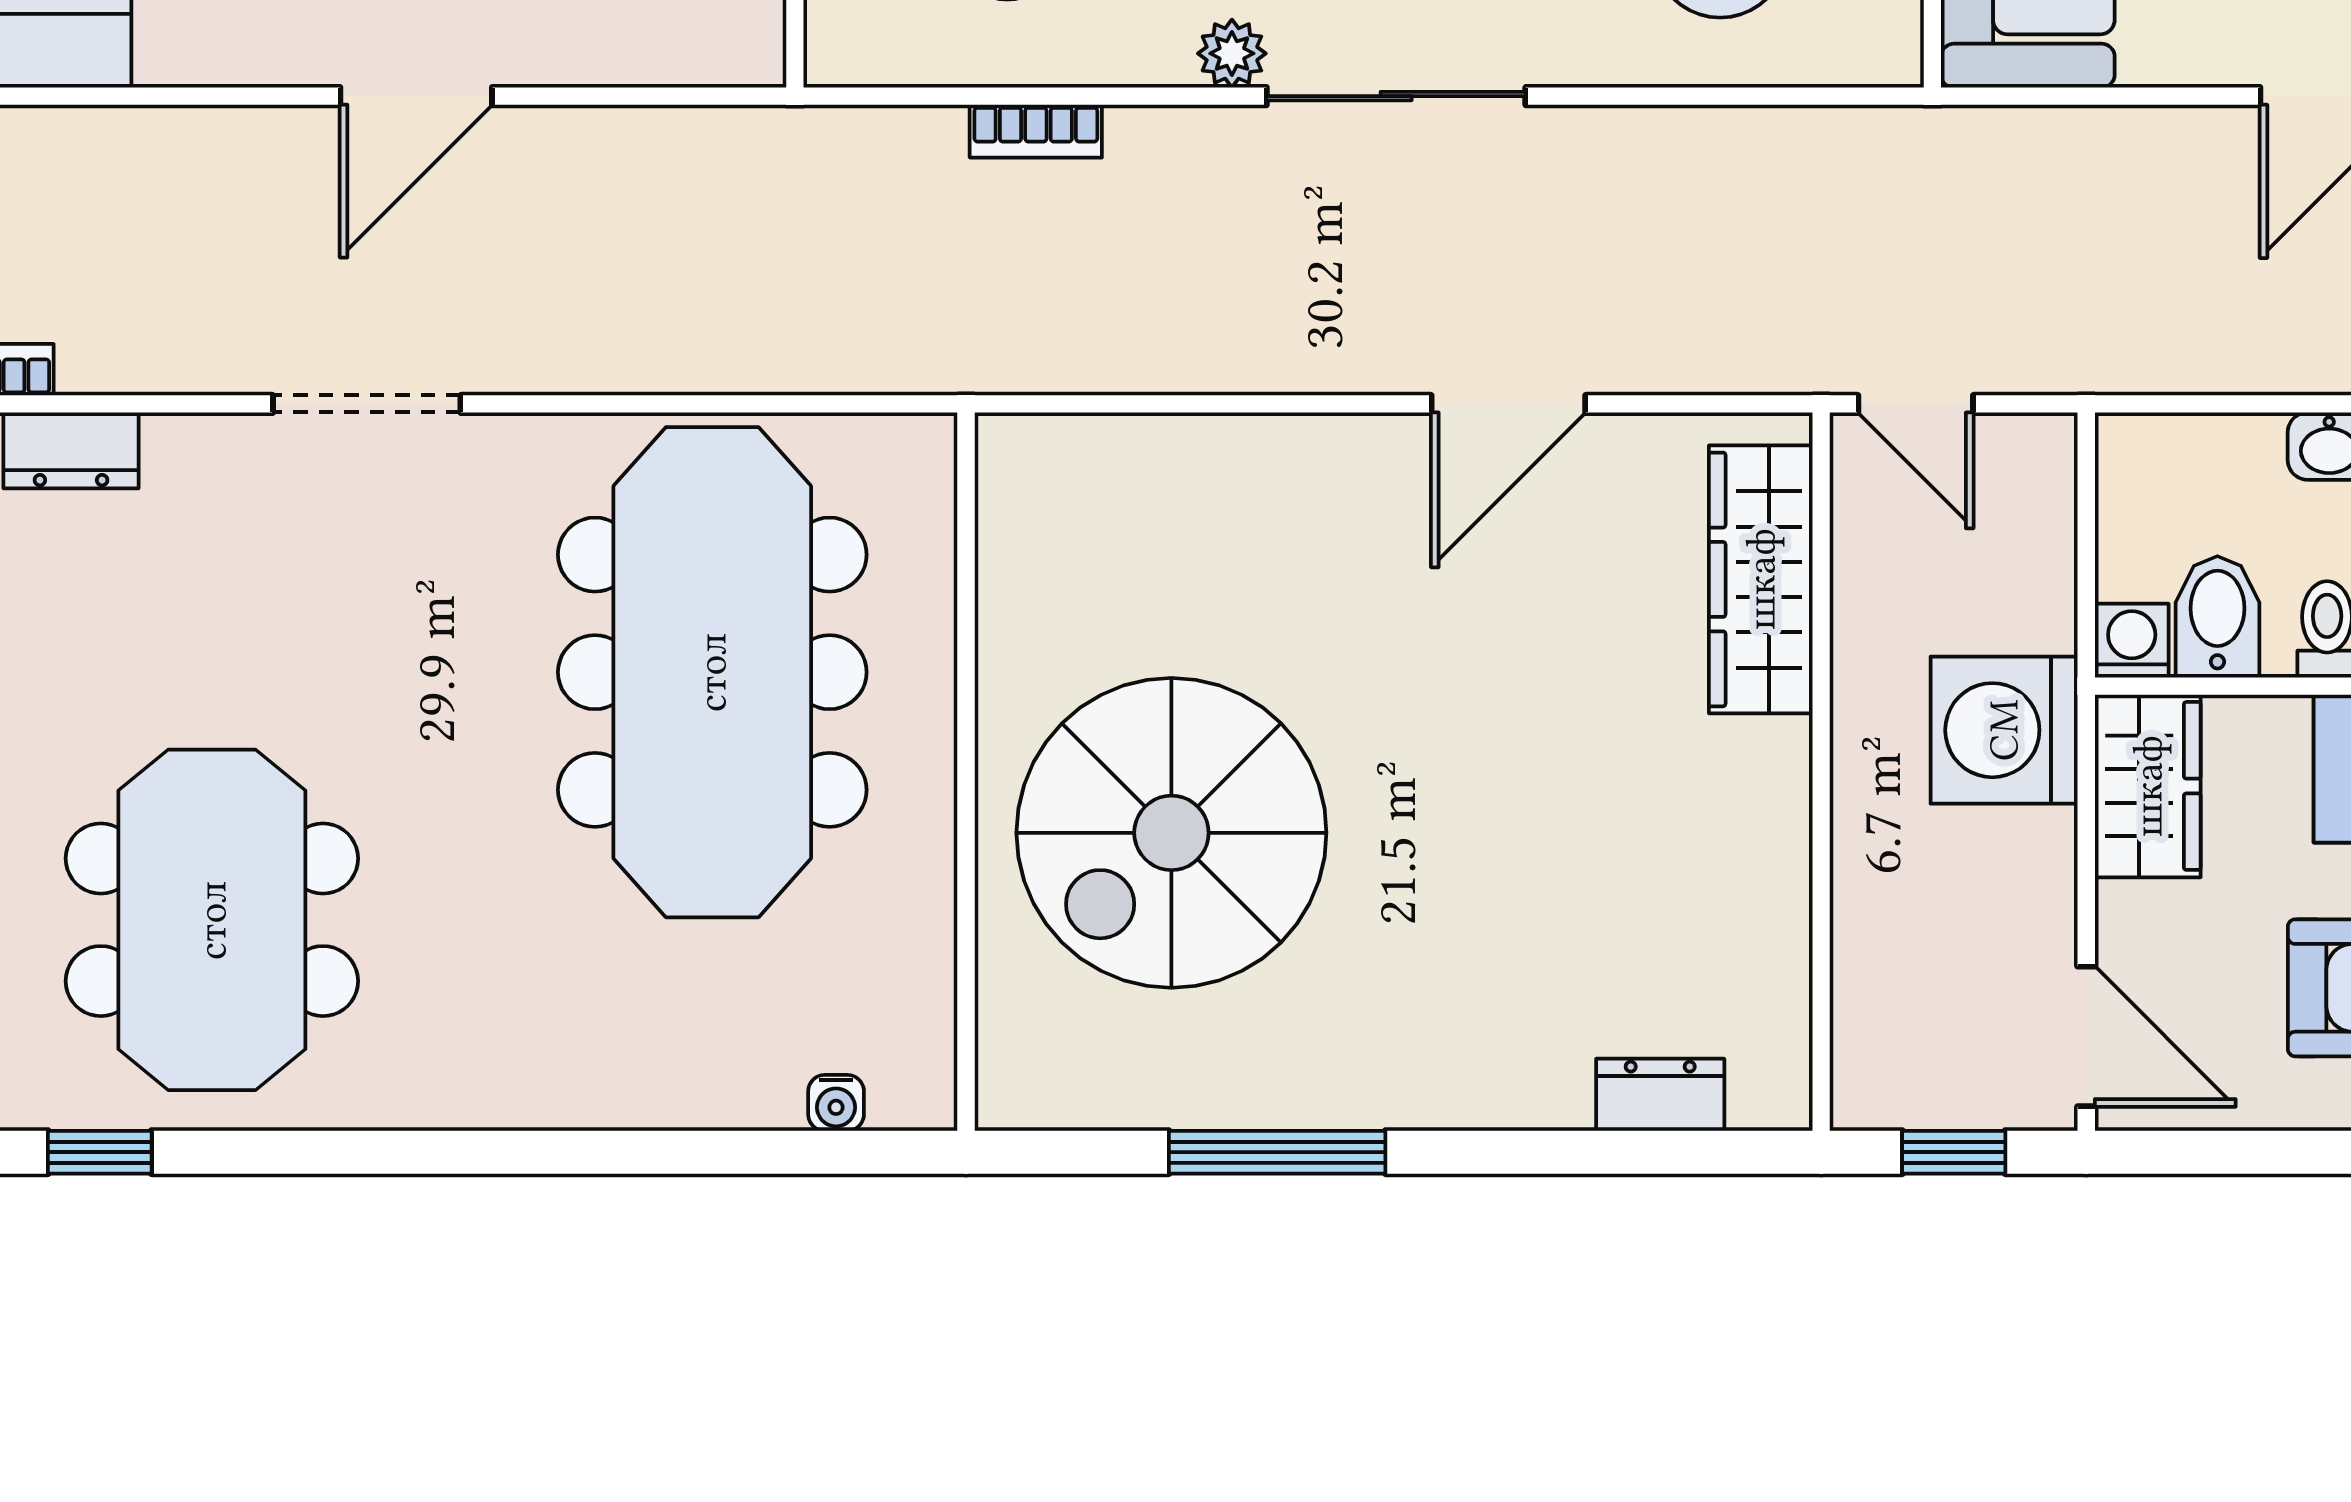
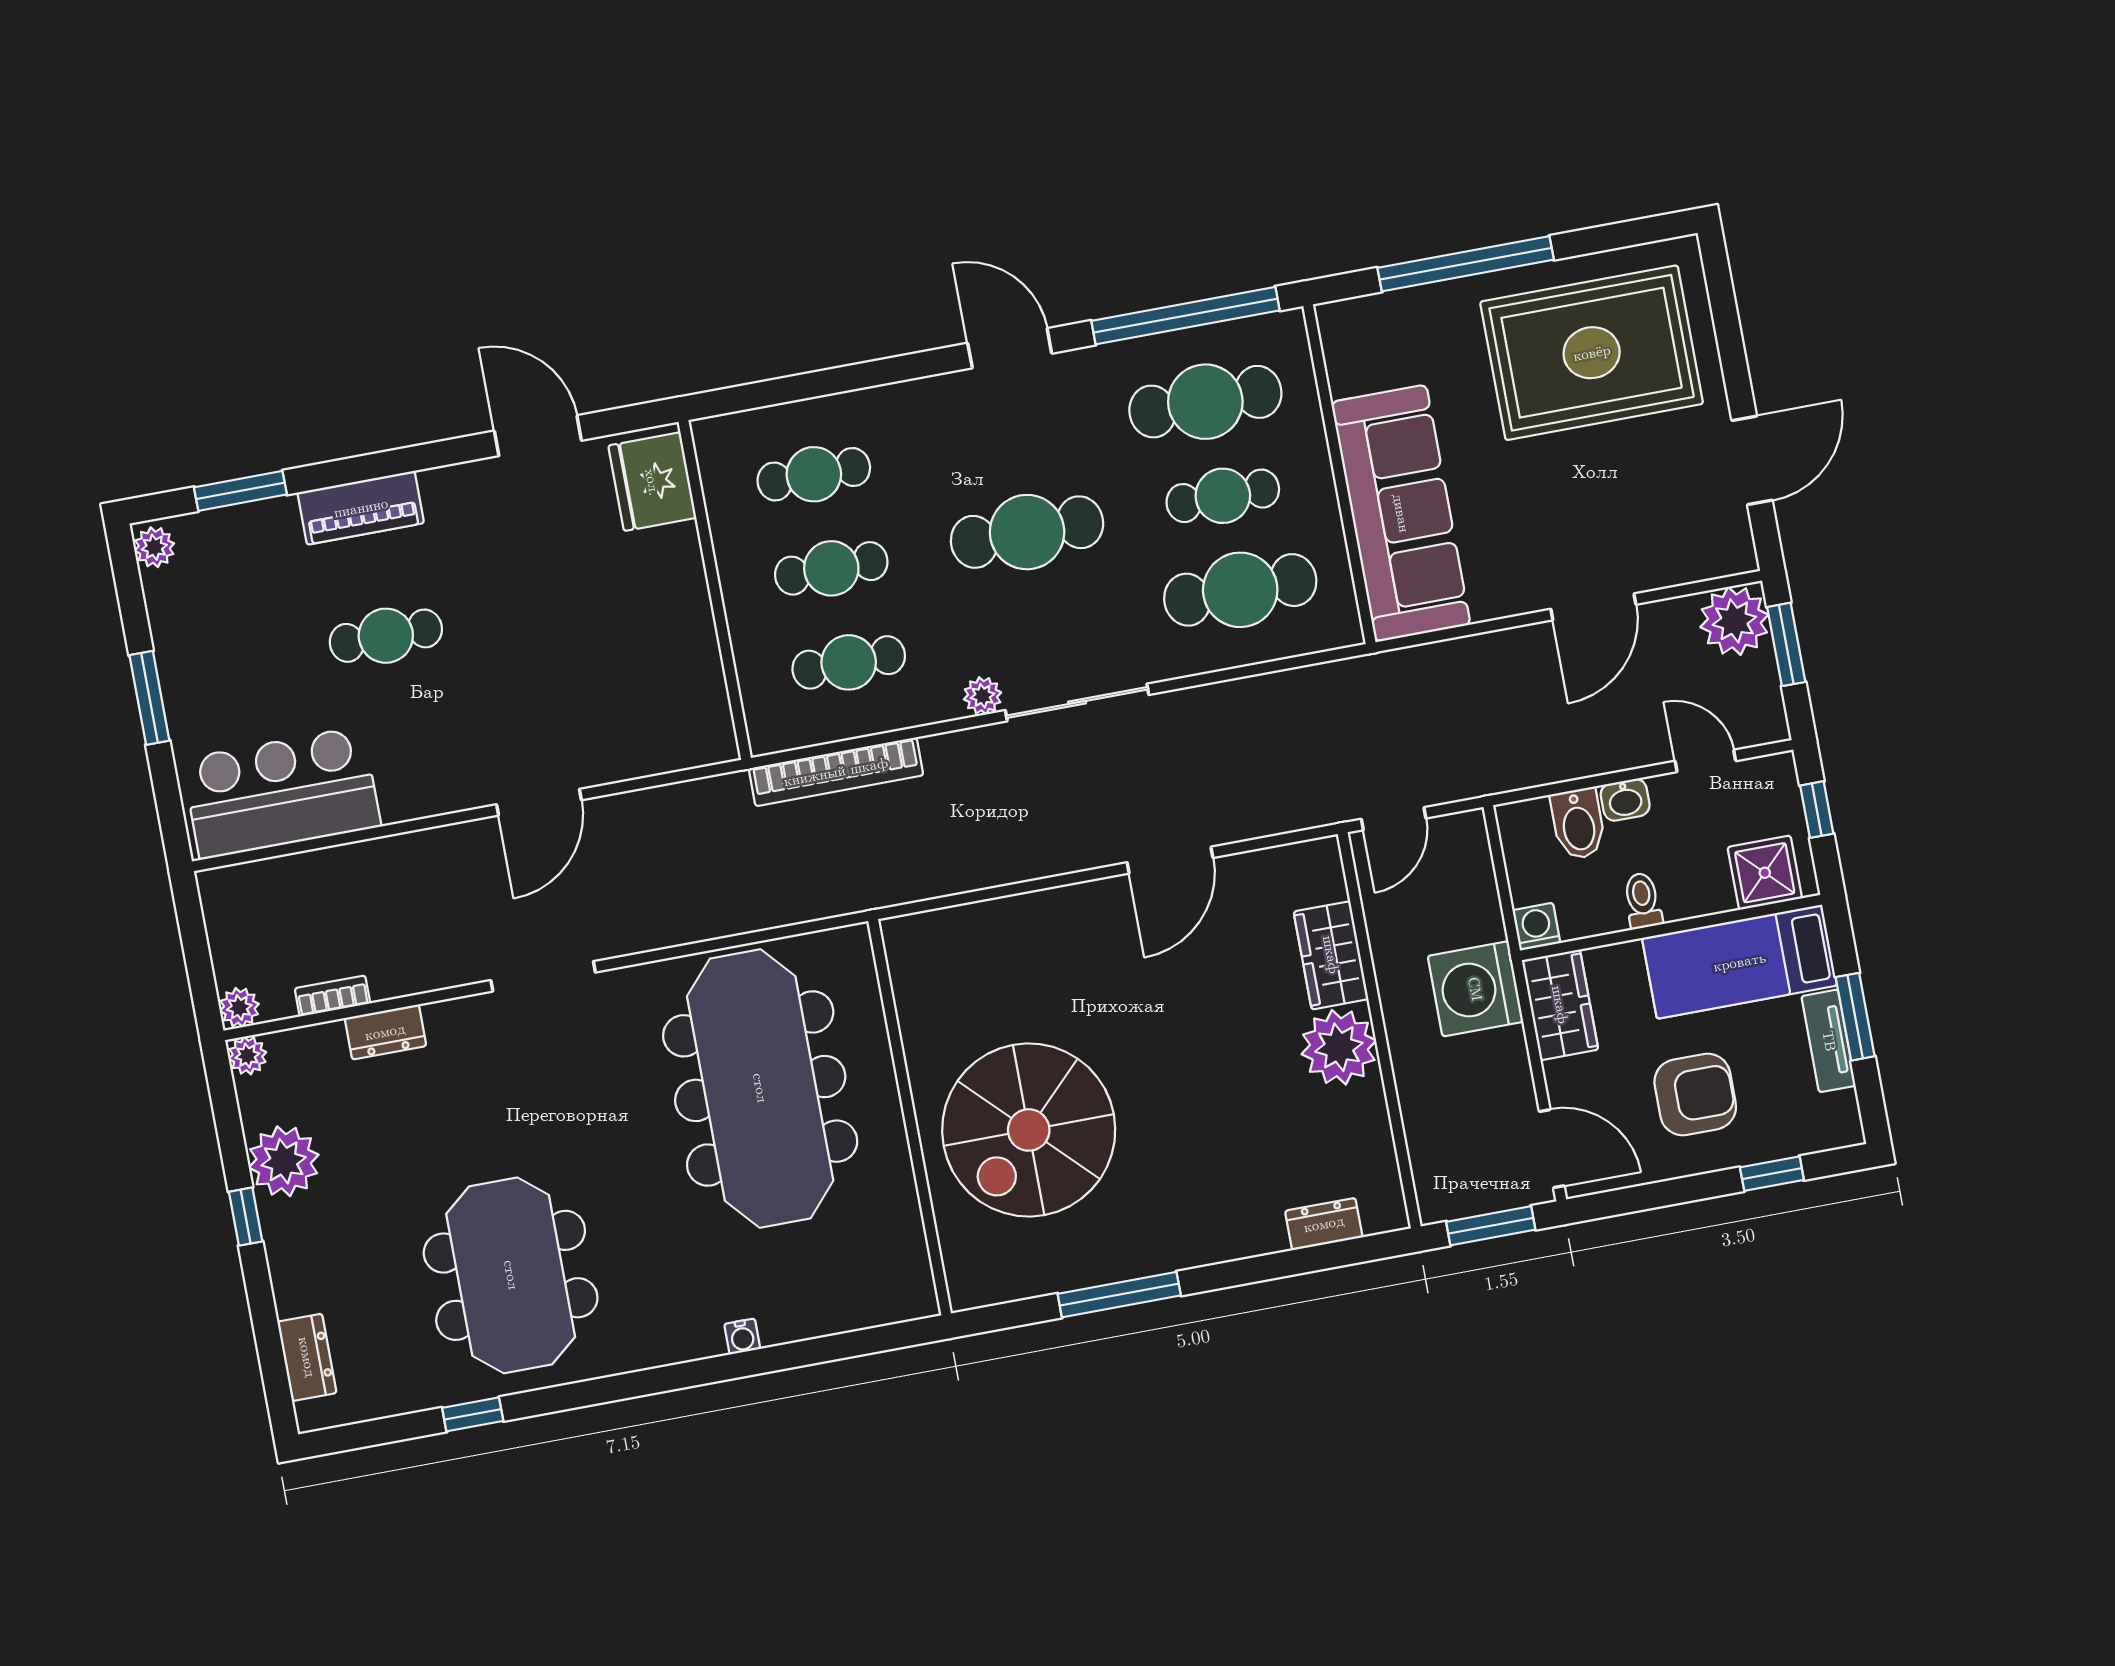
bookcase: (1036, 131) -> (836, 772), width x2.31, depth x1.31
door: (1916, 404) -> (1394, 819), hinge flipped
wardrobe: (1761, 579) -> (1331, 955), width x0.67
bidet: (2217, 617) -> (1578, 824), moved, turned 180
plant: (1744, 788) -> (1339, 1047), added
water cooler: (836, 1103) -> (742, 1336), moved
window: (1954, 1152) -> (1491, 1226), width x1.50

